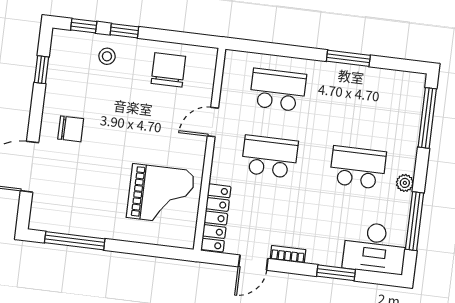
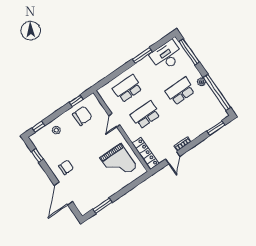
window: (124, 31) -> (76, 101), moved
chair: (168, 70) -> (82, 116), turned 90
grand piano: (161, 194) -> (118, 162), turned 90
window: (415, 221) -> (217, 92), width x1.46
window: (75, 241) -> (103, 206), width x0.69
desk: (375, 248) -> (167, 56), moved, turned 180
window: (336, 273) -> (216, 128), moved

